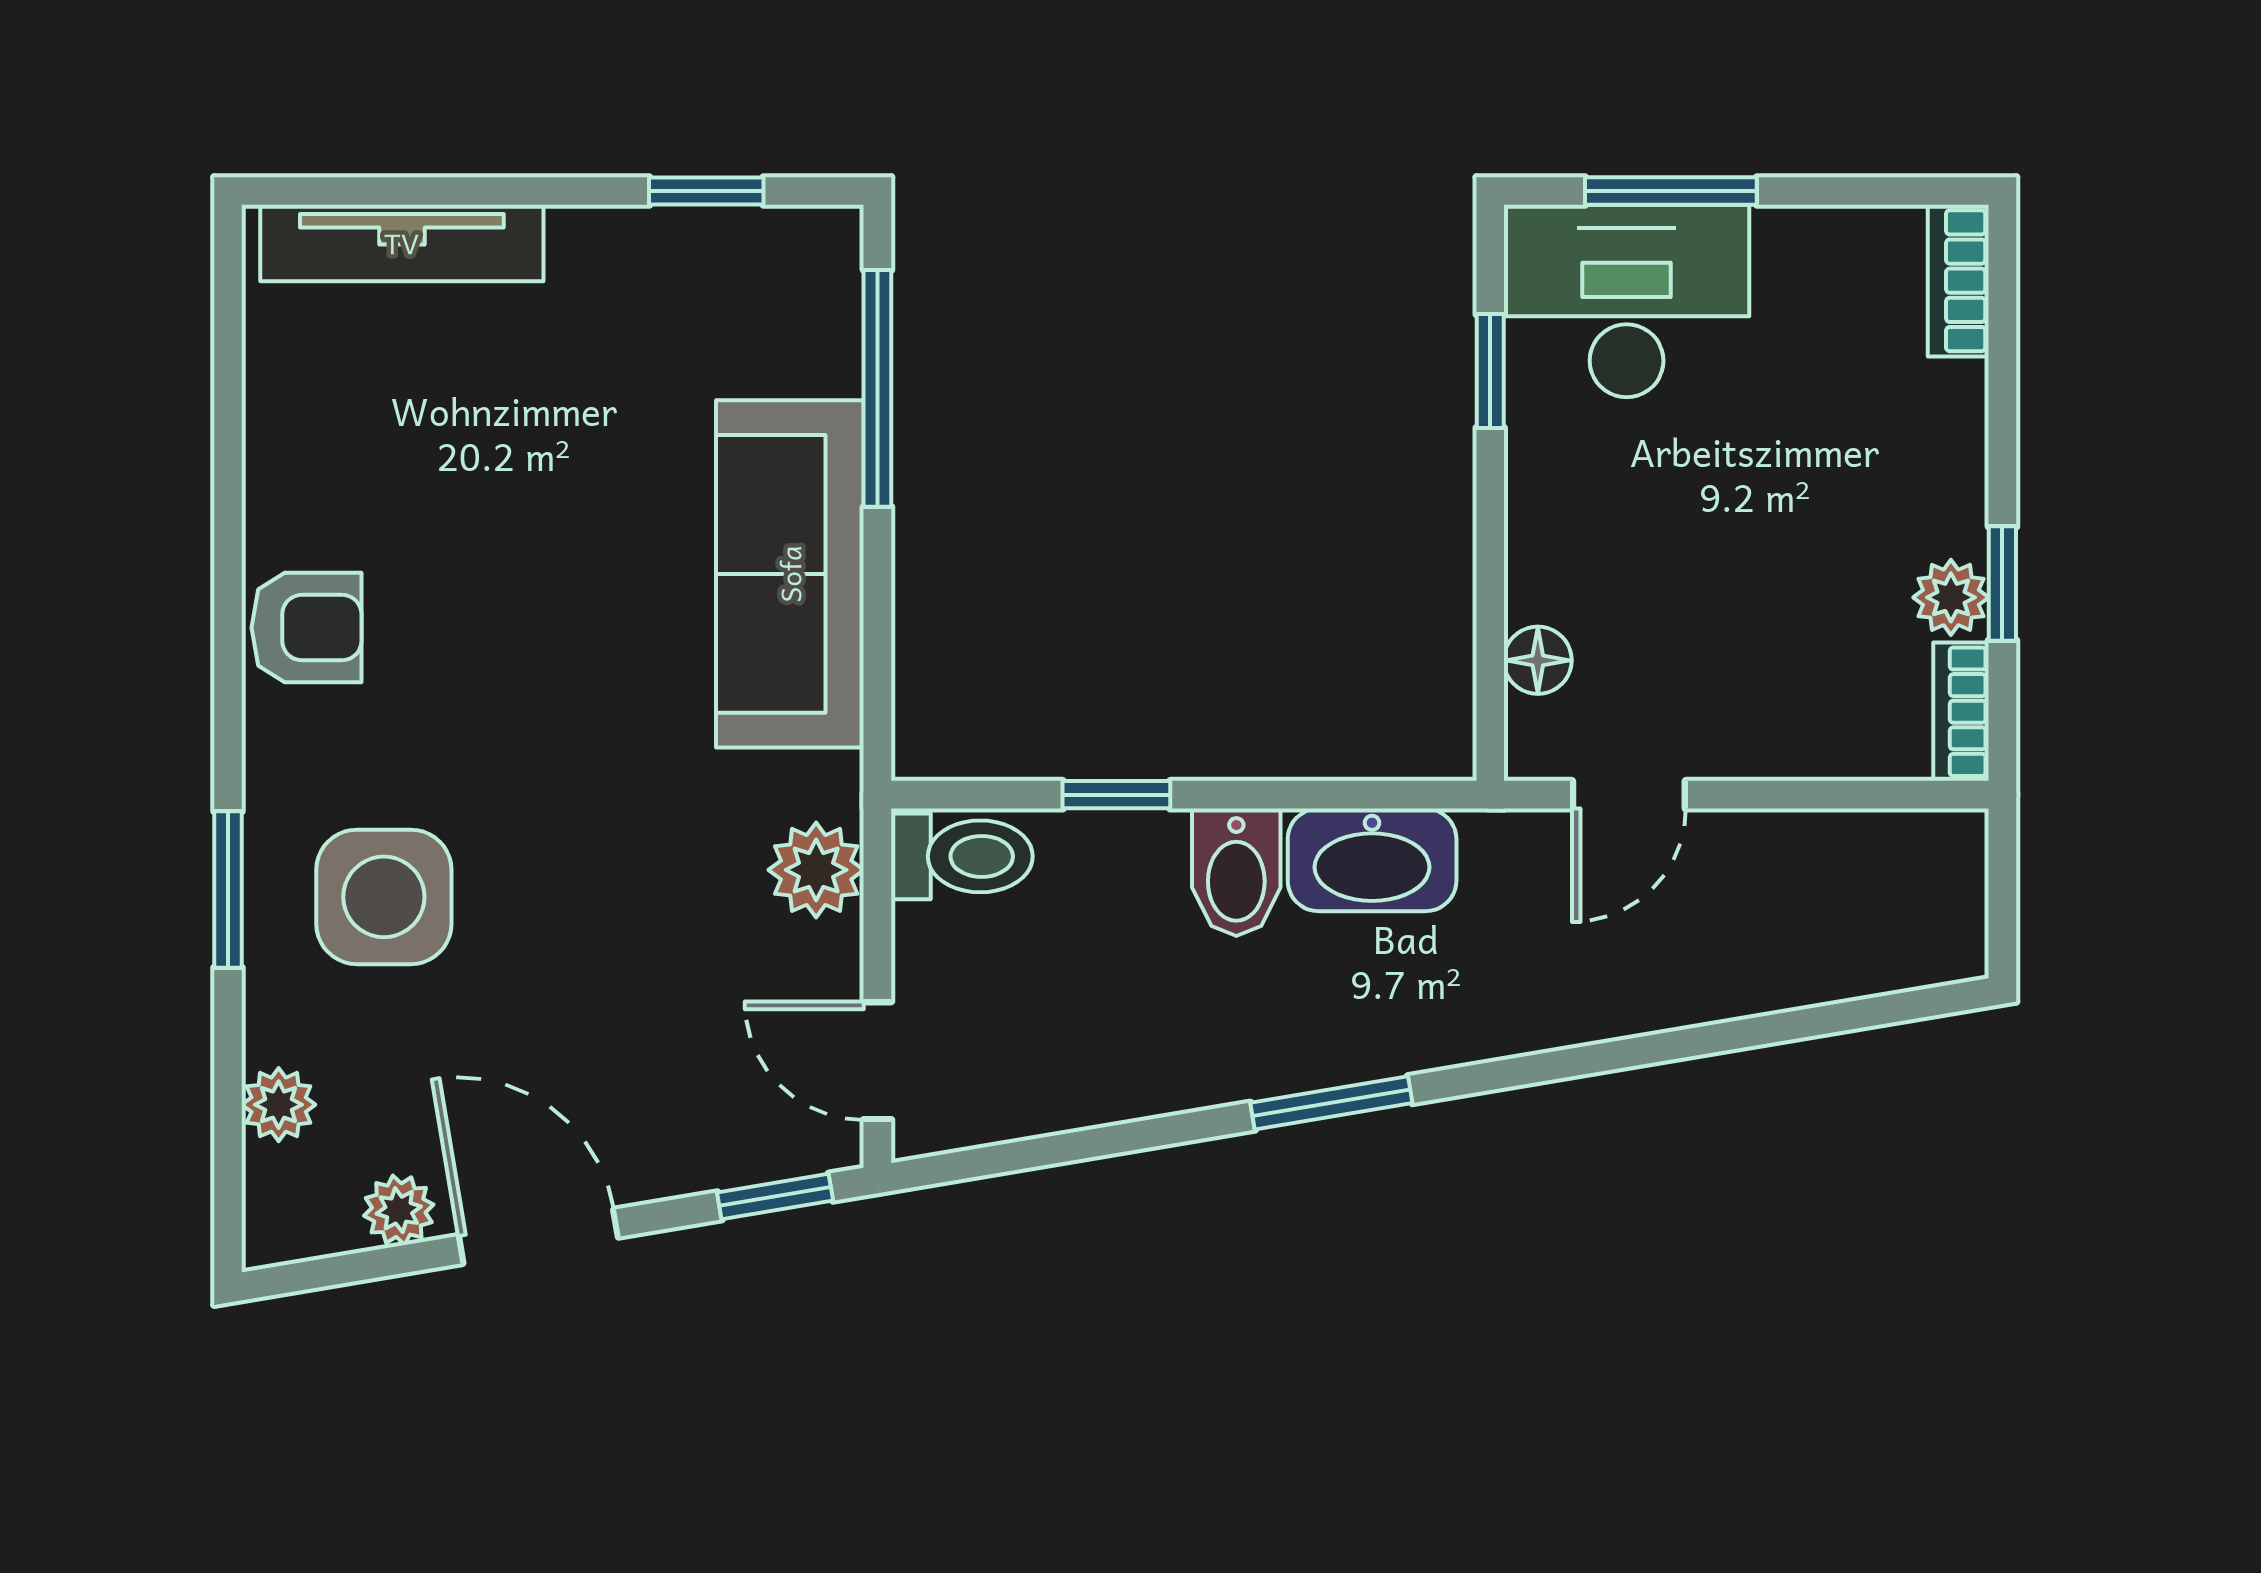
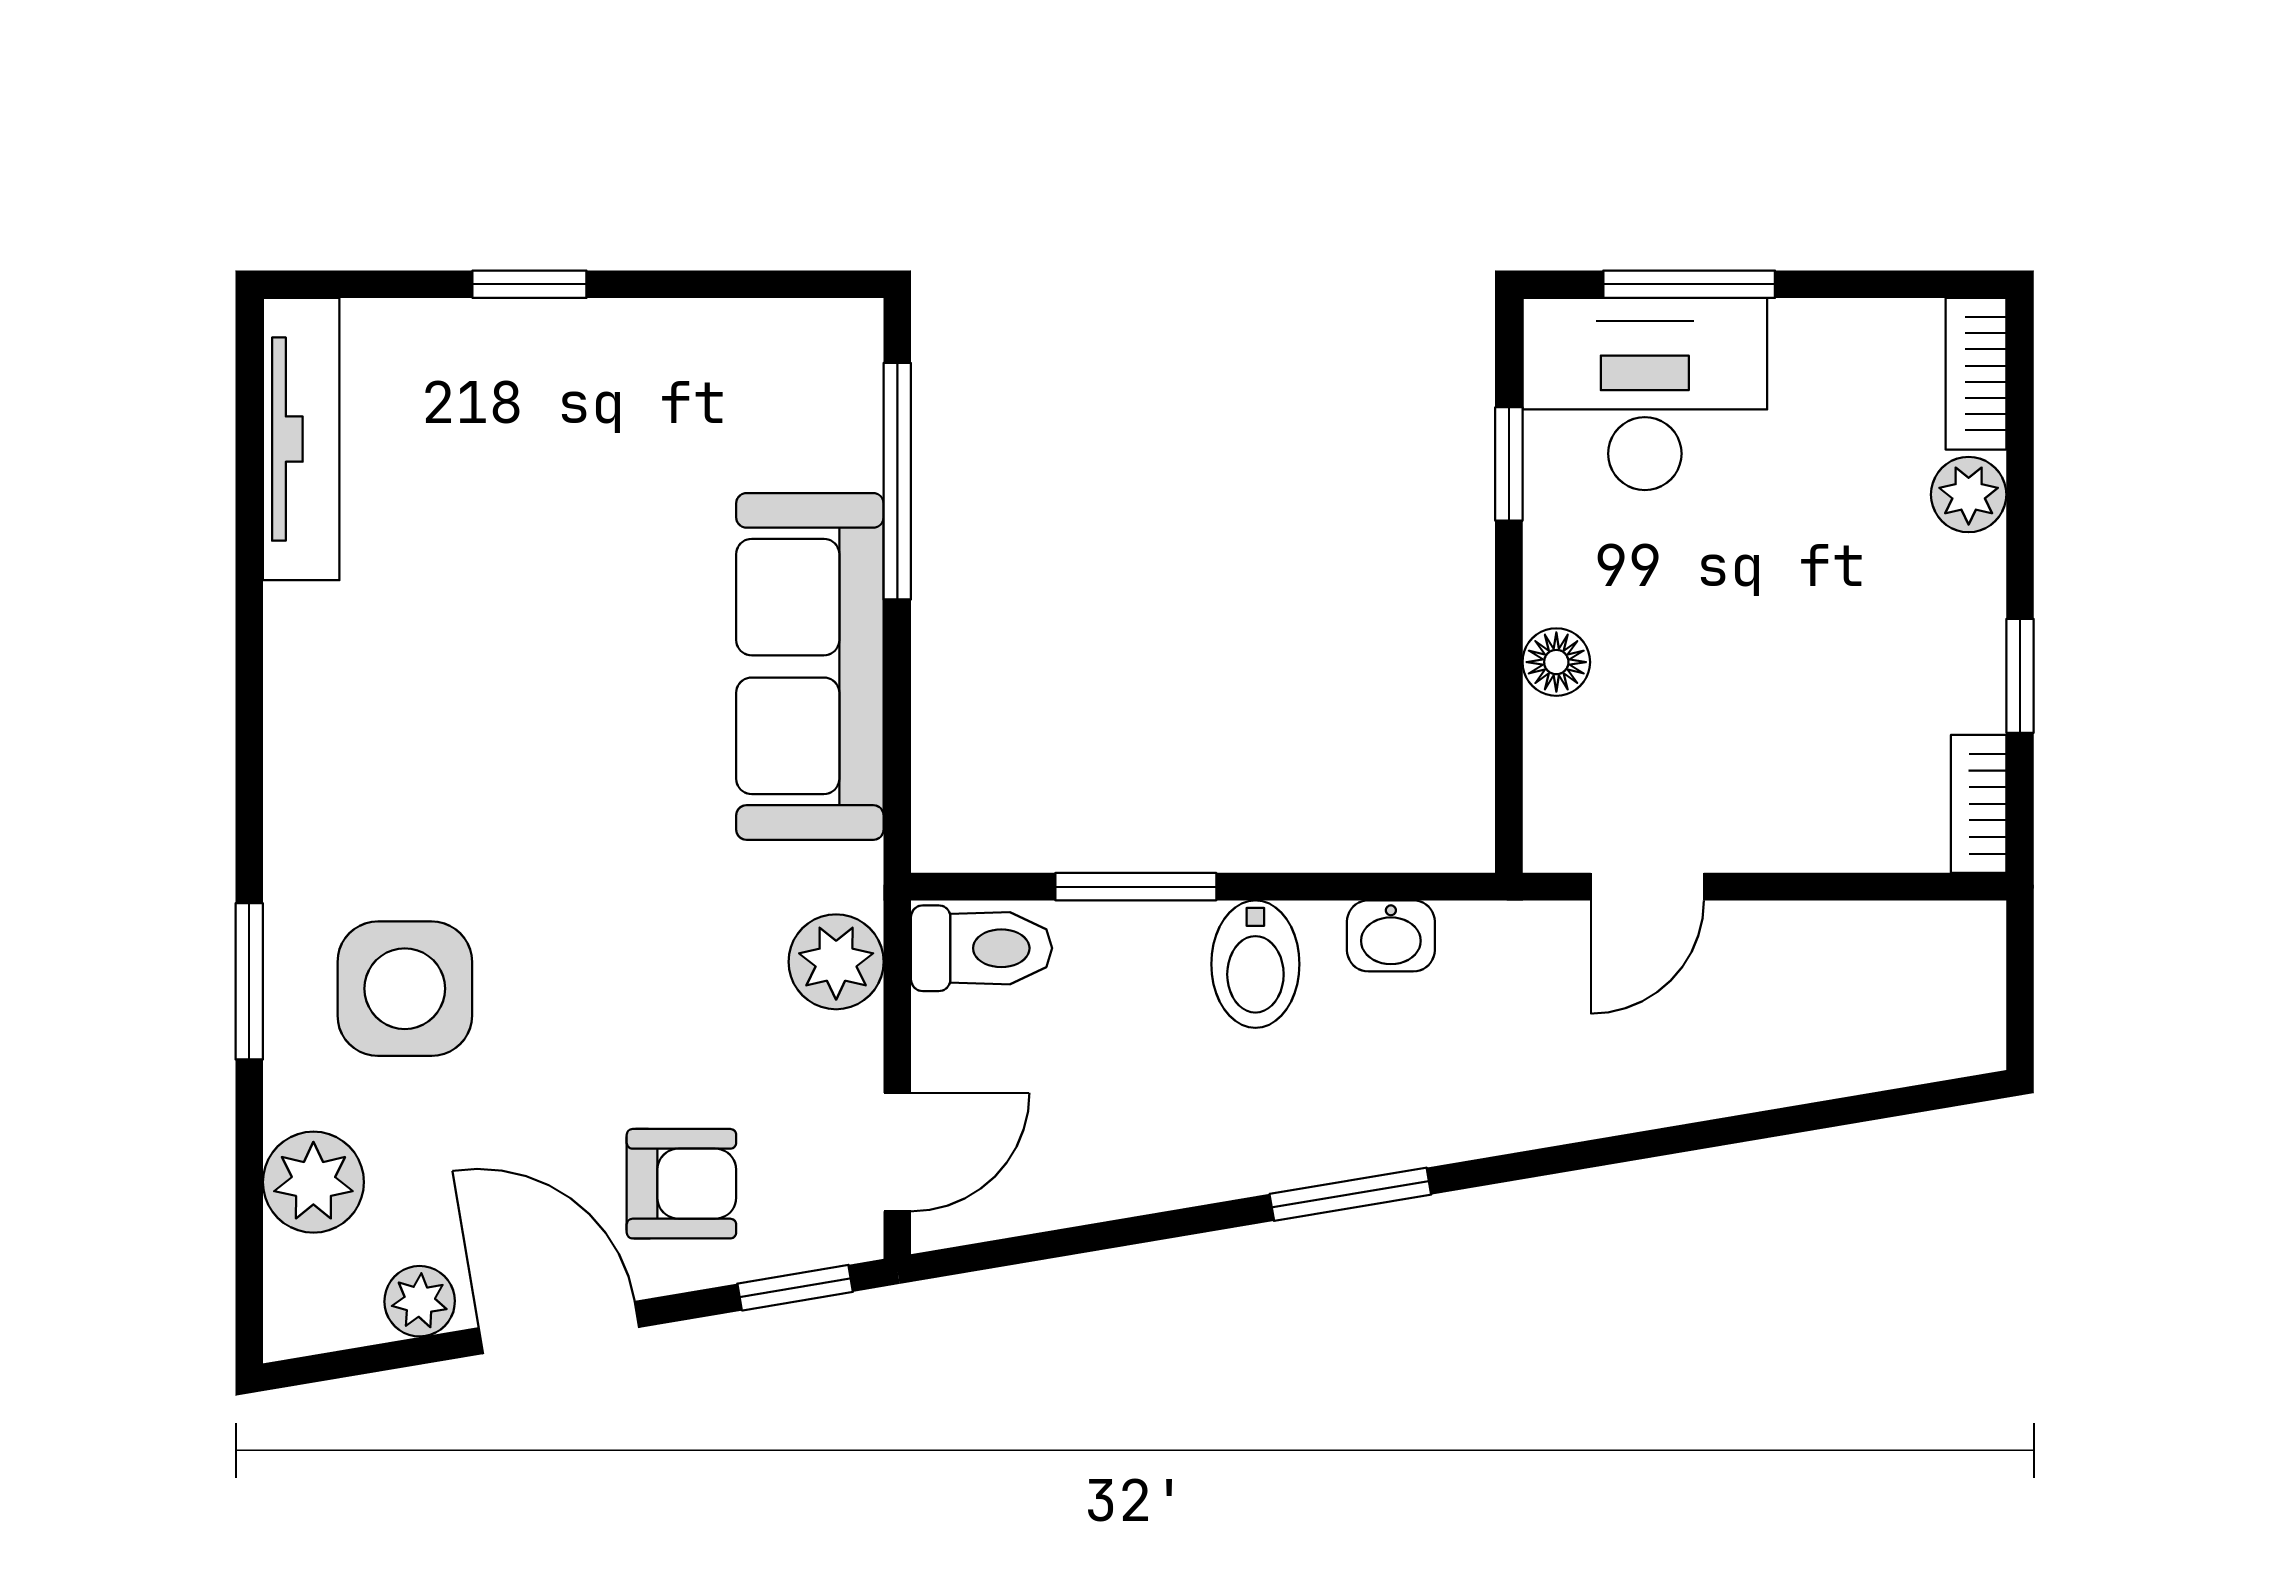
window: (706, 191) -> (529, 284), moved
tv unit: (402, 243) -> (301, 439), moved, turned -90
plant: (1951, 597) -> (1969, 495), moved
armchair: (307, 628) -> (681, 1184), moved
floor lamp: (1538, 660) -> (1556, 662), moved
window: (1116, 795) -> (1136, 887), width x1.50
washbasin: (1372, 860) -> (1391, 936), width x0.52, depth x0.69
door: (877, 1061) -> (897, 1152), swing flipped
plant: (279, 1105) -> (313, 1182), width x1.38, depth x1.38

